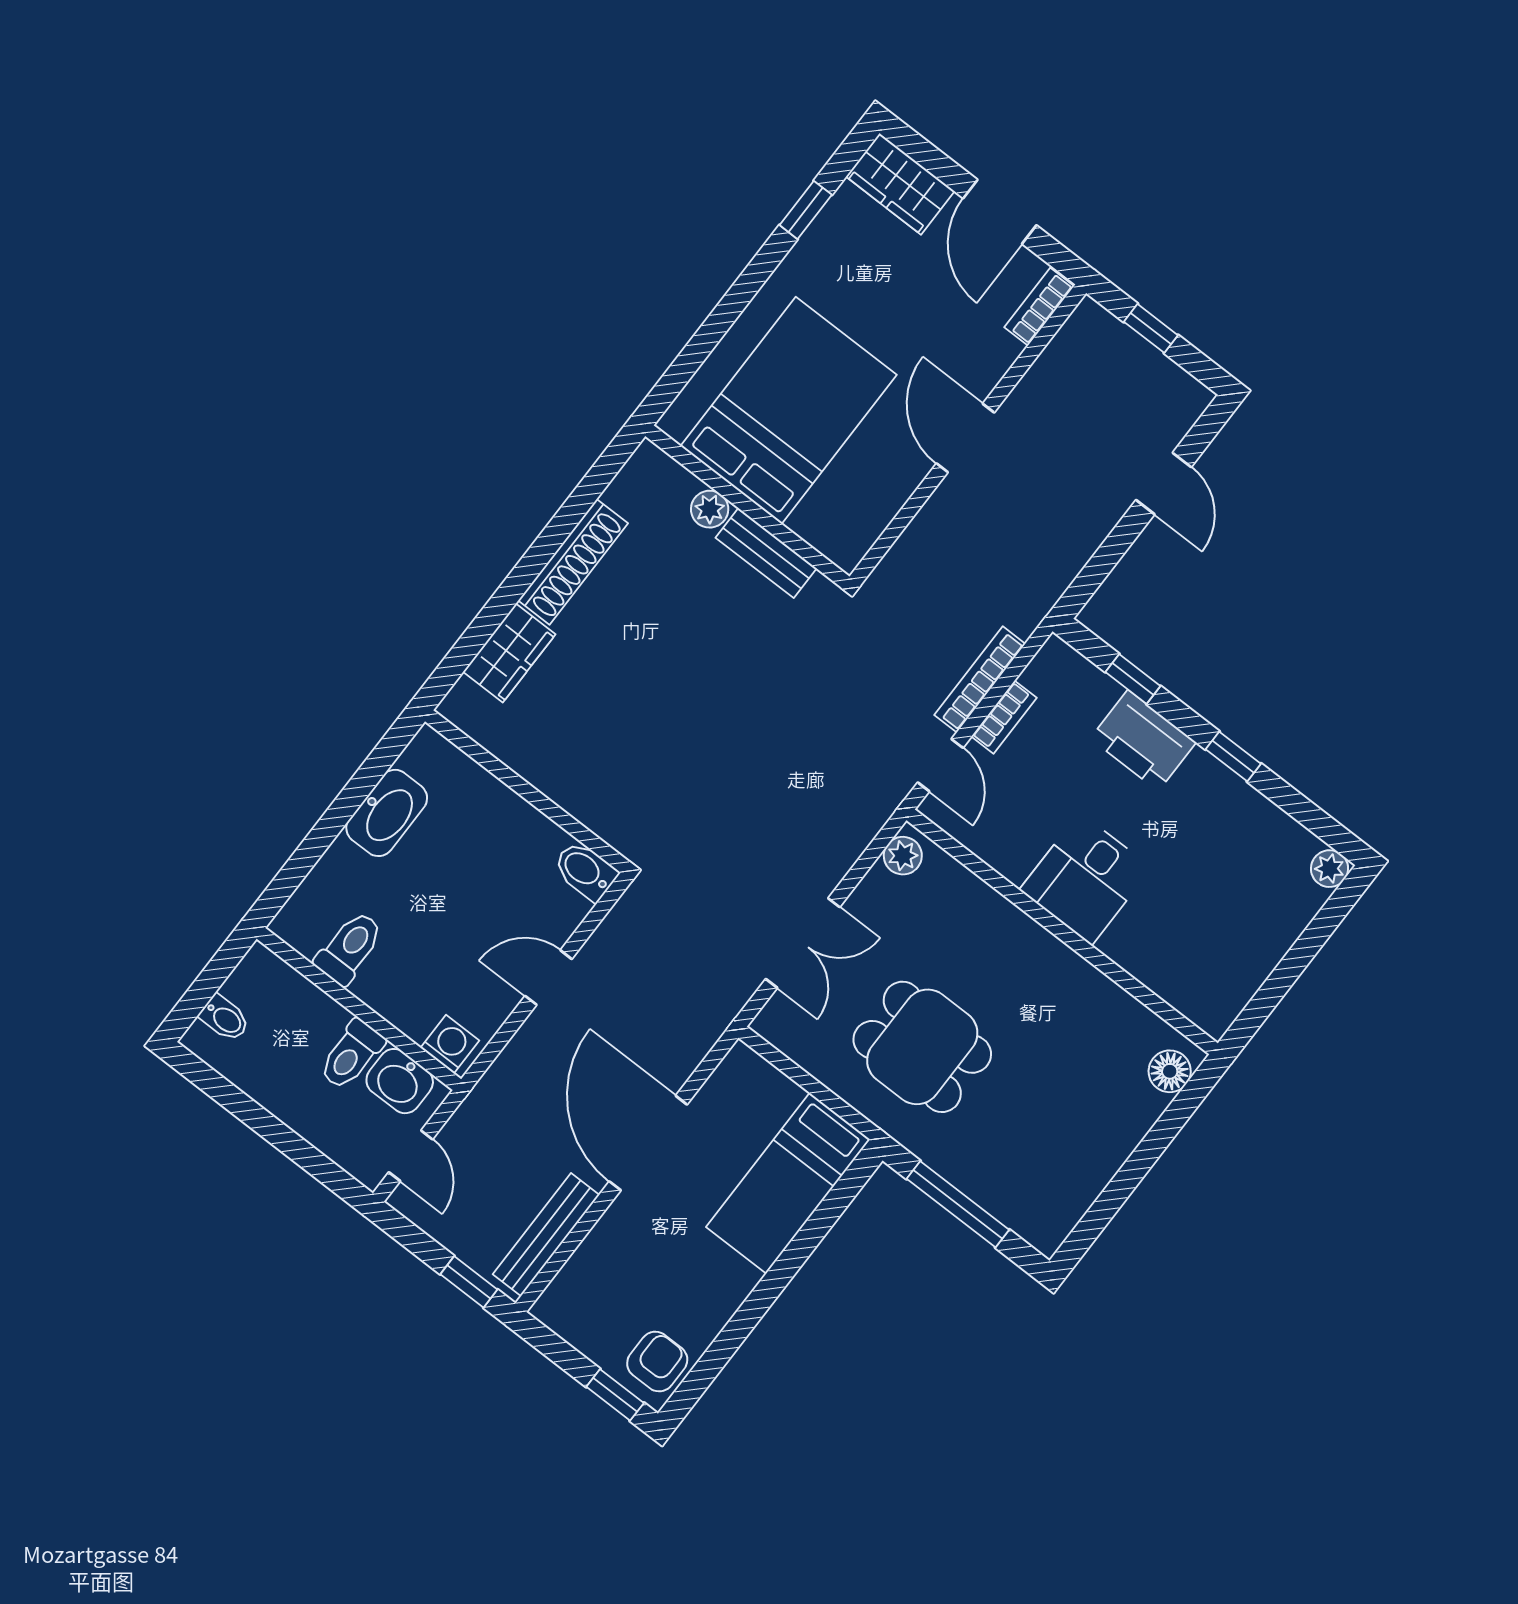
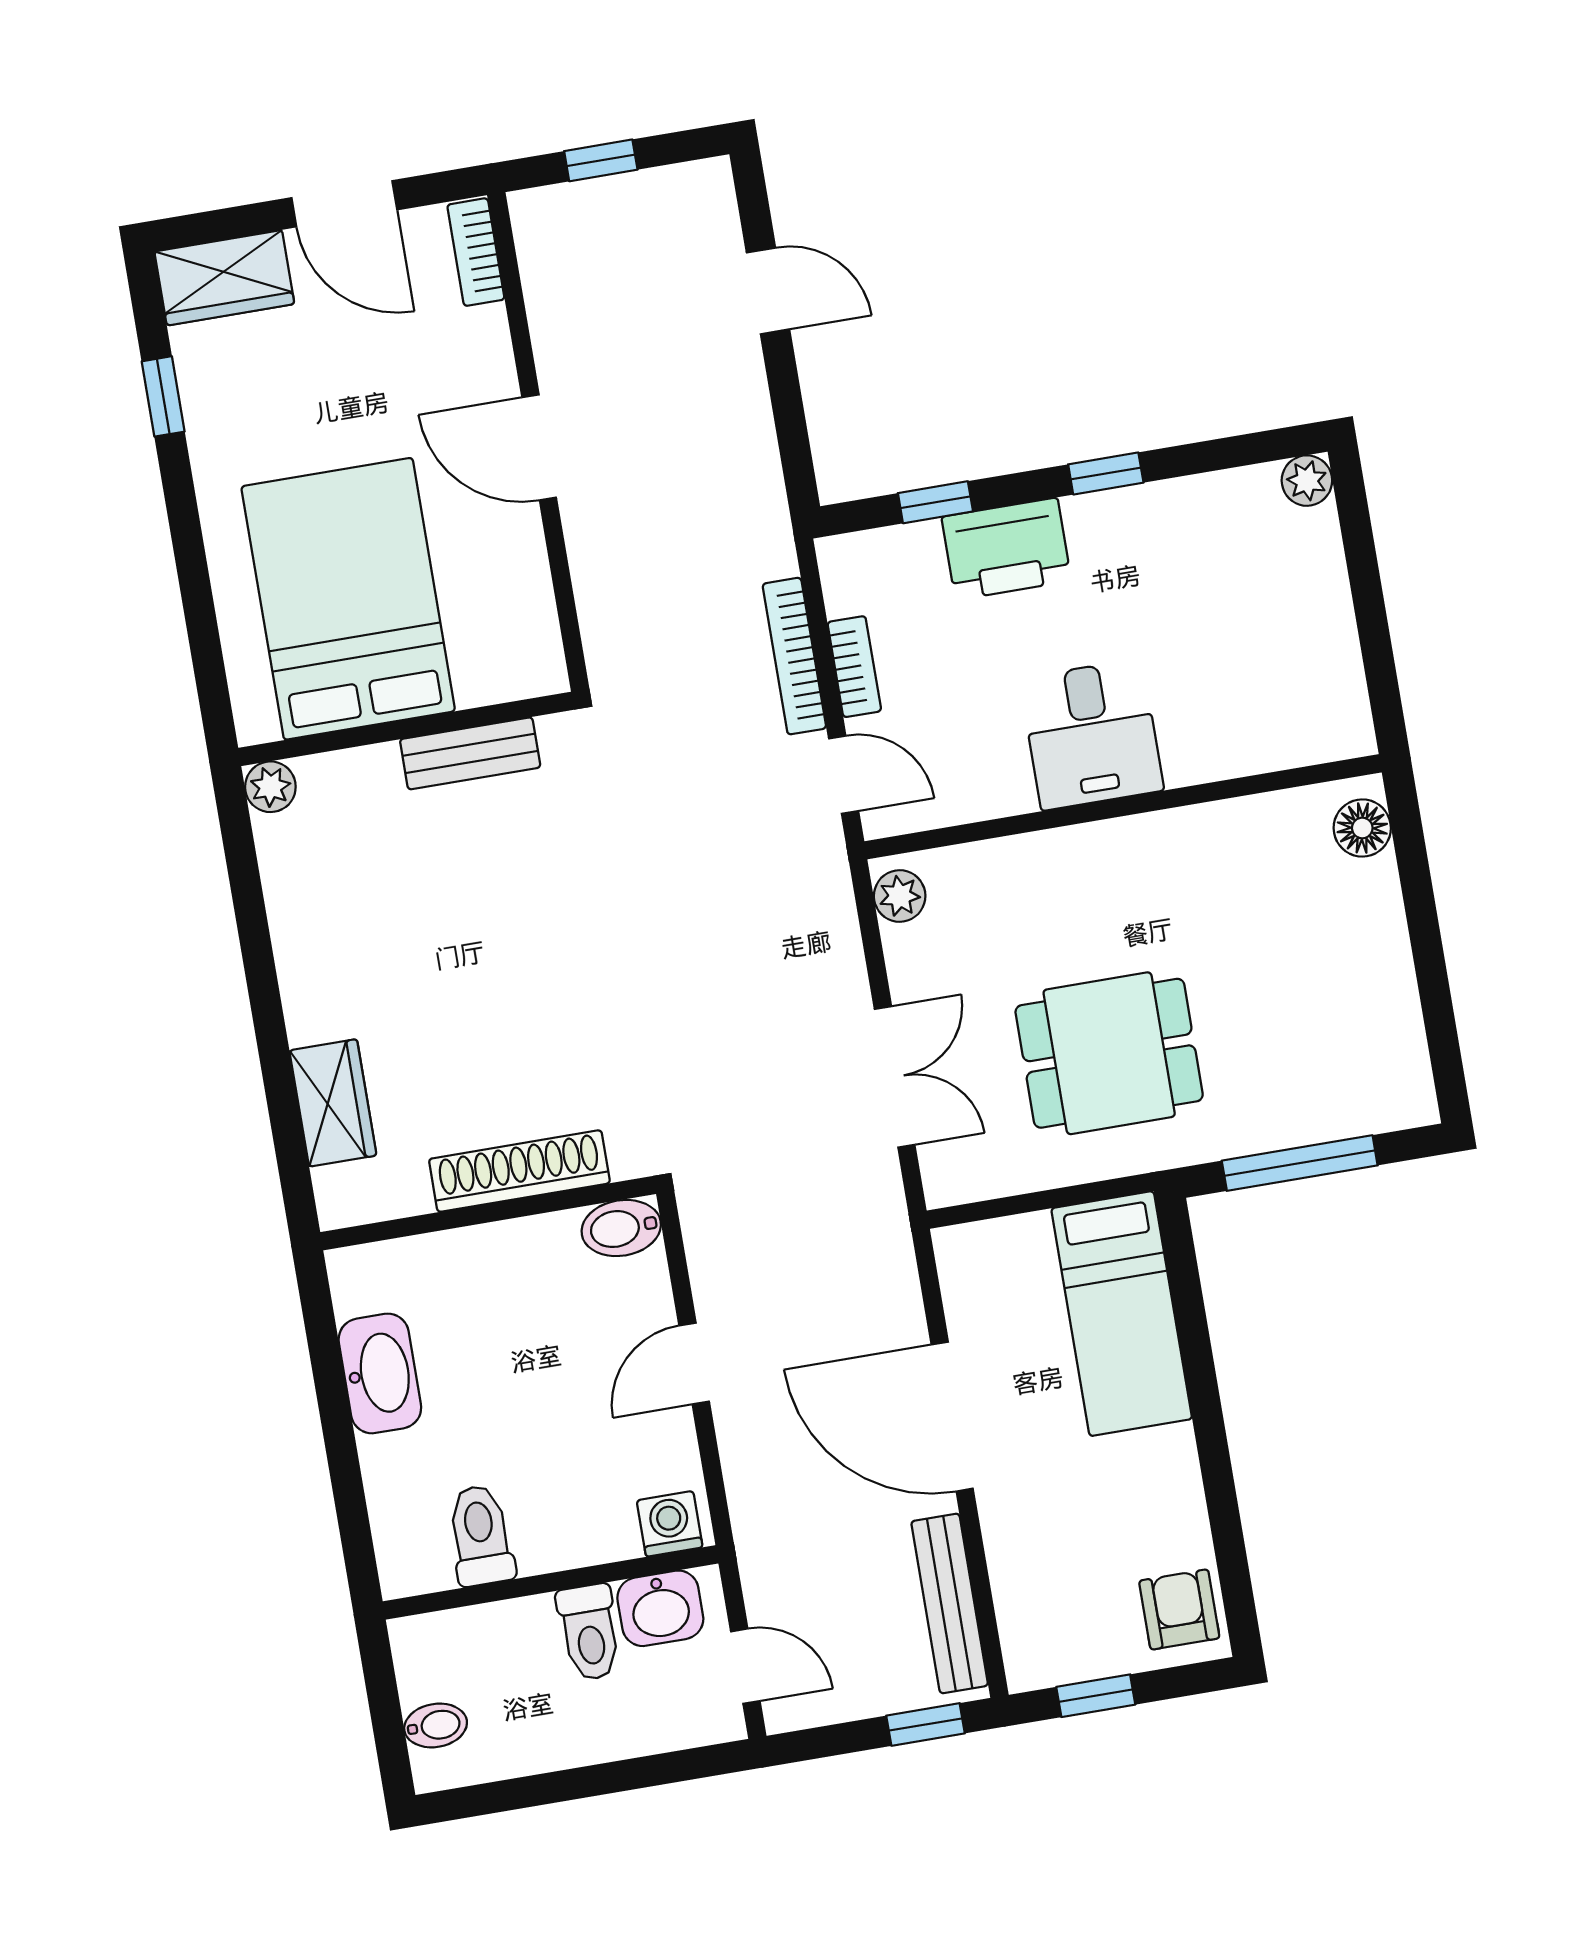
plant: (710, 509) -> (270, 787), moved
shoe rack: (573, 562) -> (519, 1171), moved, turned -90
window: (615, 1395) -> (1096, 1696), moved

